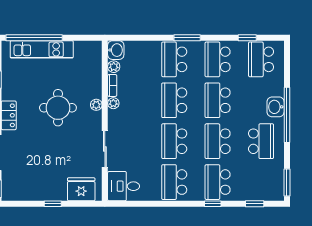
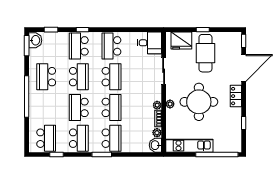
kitchen unit: (42, 49) -> (189, 146), moved
school desk: (218, 100) -> (79, 107), turned 180
washbasin: (276, 107) -> (35, 40), moved
round table: (58, 108) -> (199, 102), width x1.36, depth x1.36
cafe table: (49, 172) -> (205, 53), added
school desk: (174, 182) -> (111, 46), turned 180
school desk: (218, 182) -> (79, 46), turned 180

